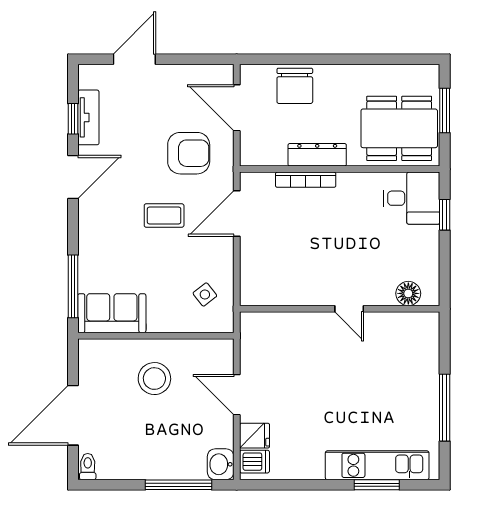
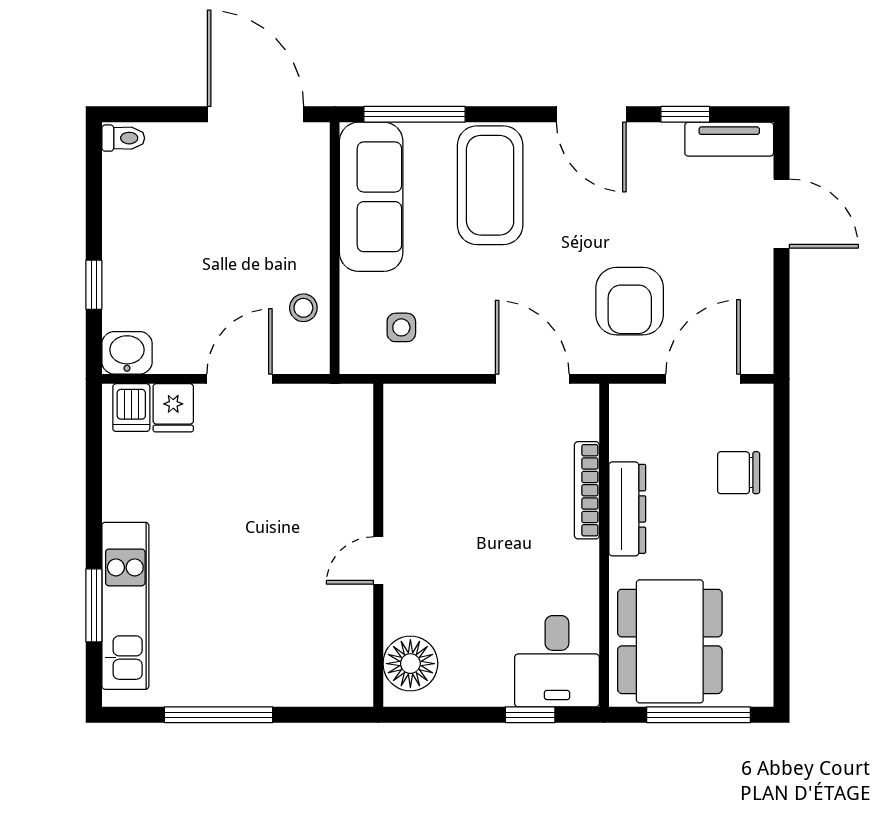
chair: (295, 86) -> (739, 473), width x0.73, depth x0.73
window: (445, 111) -> (699, 715), width x1.44
tv unit: (88, 117) -> (729, 139), moved
coffee table: (164, 215) -> (490, 185), moved, width x1.86, depth x1.72
floor lamp: (408, 293) -> (410, 664), width x1.38, depth x1.38
side table: (205, 294) -> (401, 327), turned 38
sofa: (112, 313) -> (371, 197), width x1.36
stool: (154, 379) -> (303, 308), moved, width x0.53, depth x0.53
door: (73, 415) -> (256, 114), moved
window: (178, 485) -> (94, 285), width x0.46

